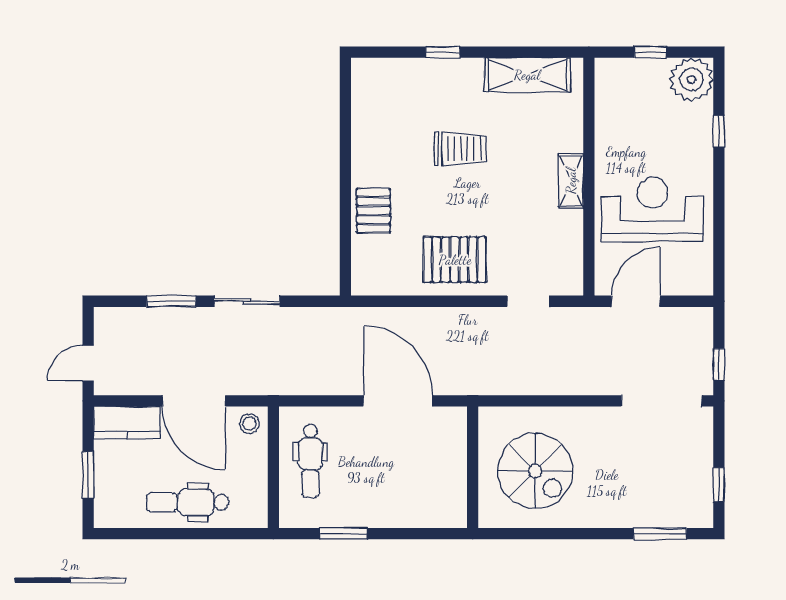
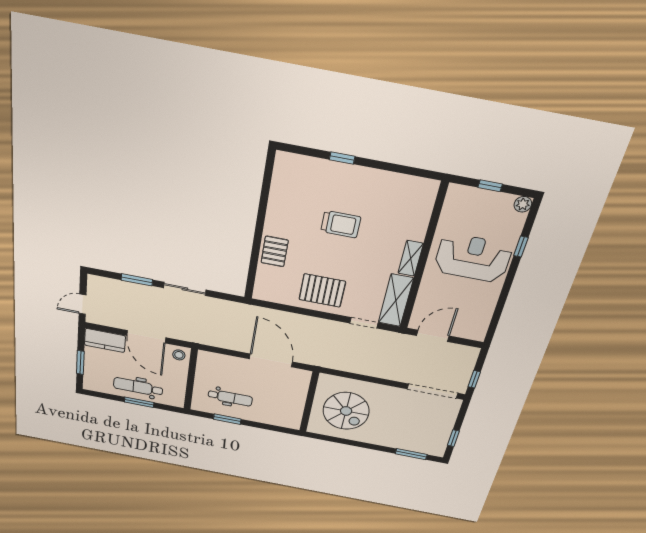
shelving: (527, 75) -> (396, 300), moved, turned 90
plant: (692, 80) -> (523, 204), width x0.53, depth x0.53
reception desk: (652, 209) -> (473, 258), moved
dental chair: (310, 461) -> (230, 398), moved, turned -90
window: (191, 534) -> (139, 402), added

